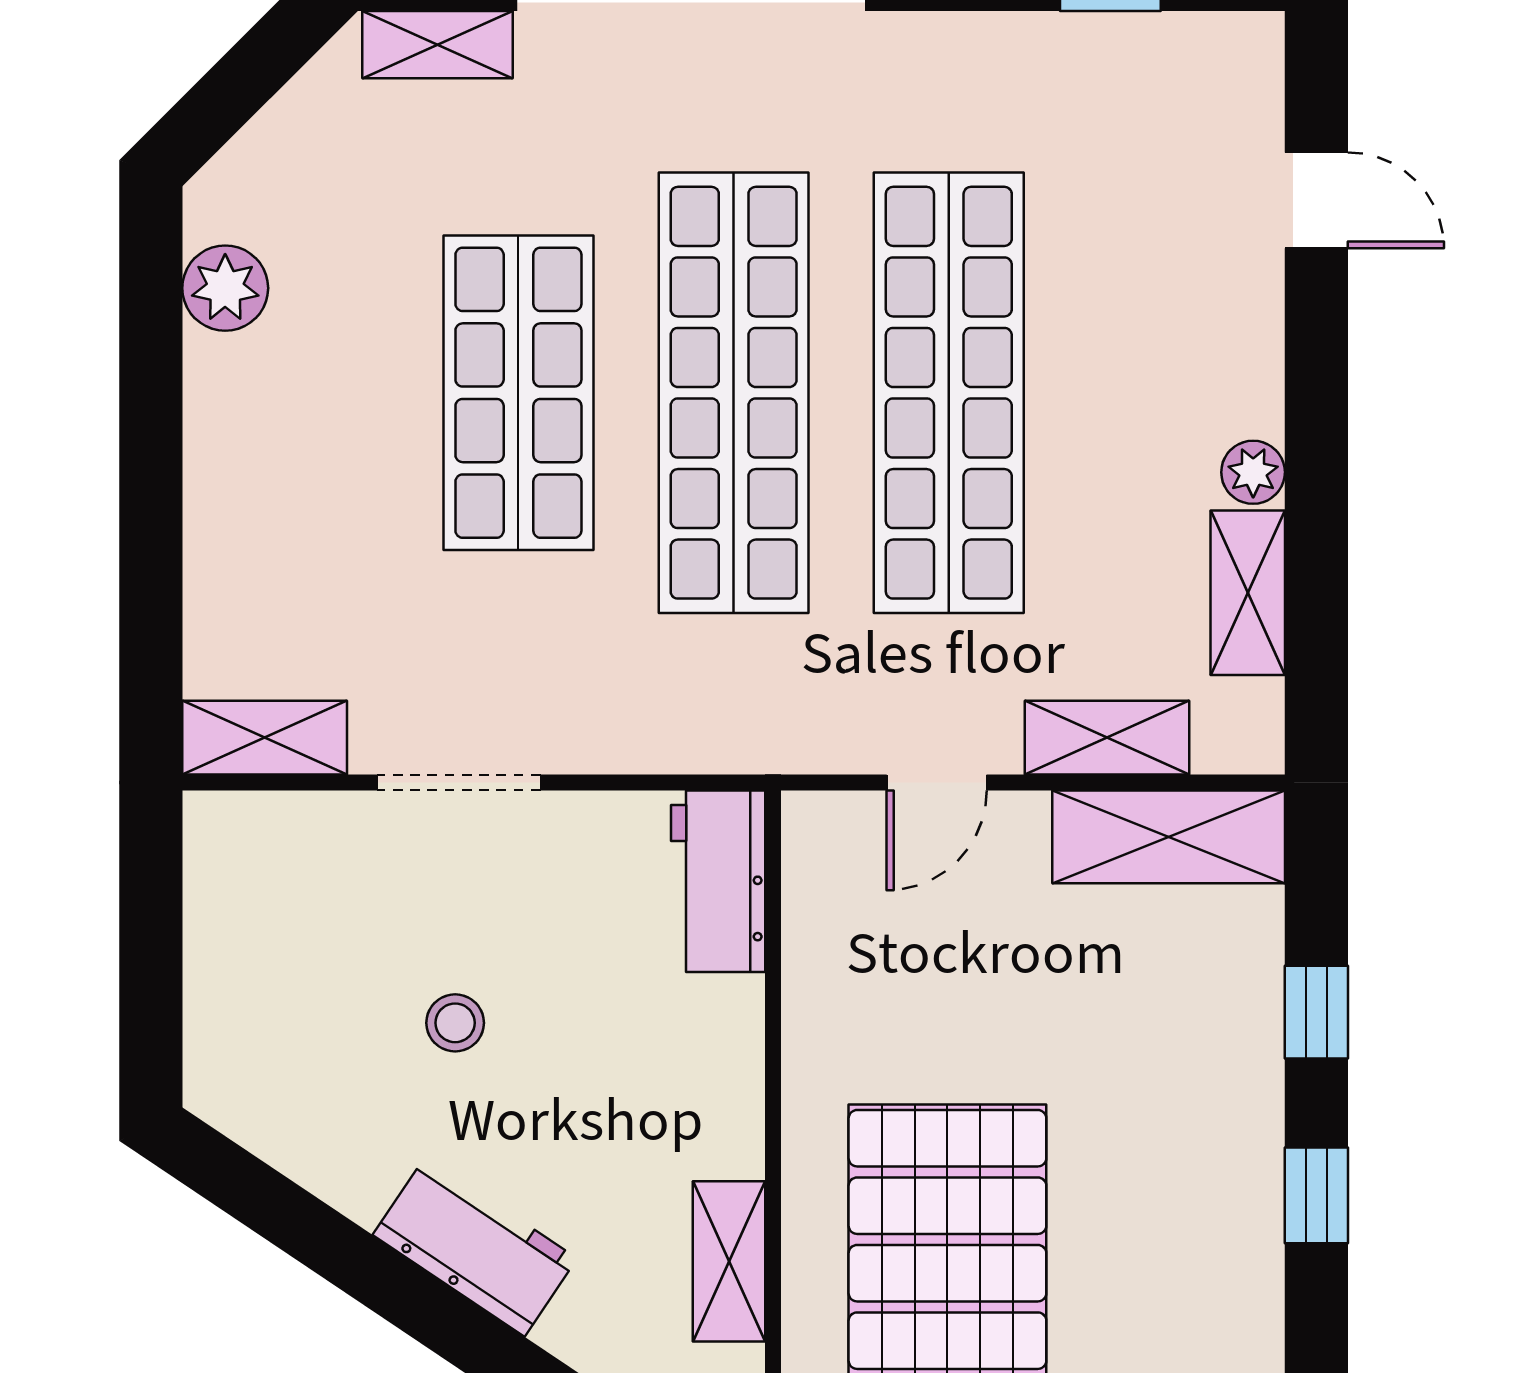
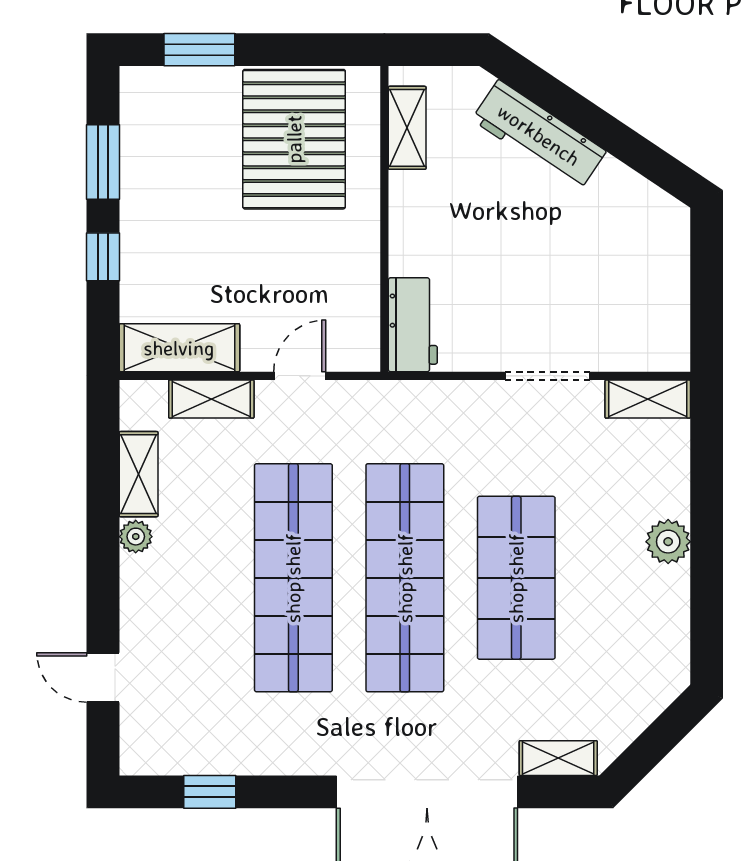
plant: (225, 288) -> (668, 542), moved
stool: (455, 1023) -> (549, 251), removed
window: (1316, 1195) -> (103, 162), width x1.50
workbench: (475, 1247) -> (539, 135), width x1.38

